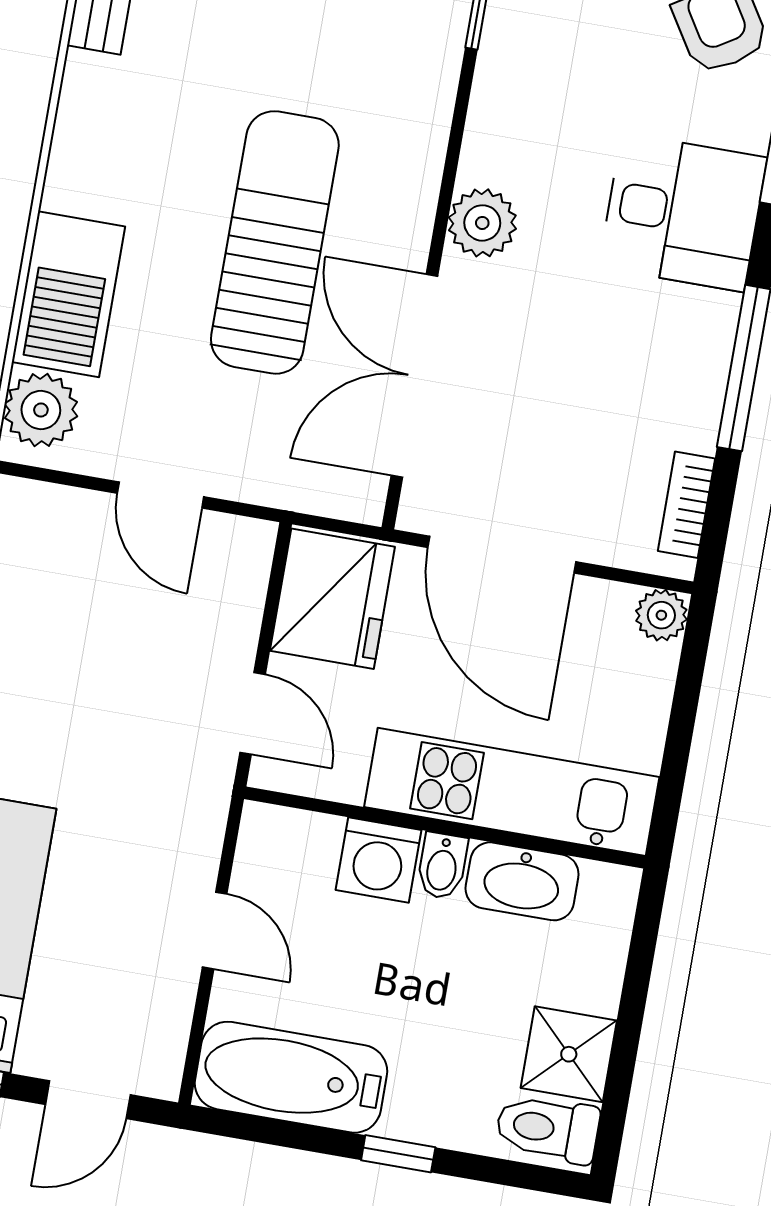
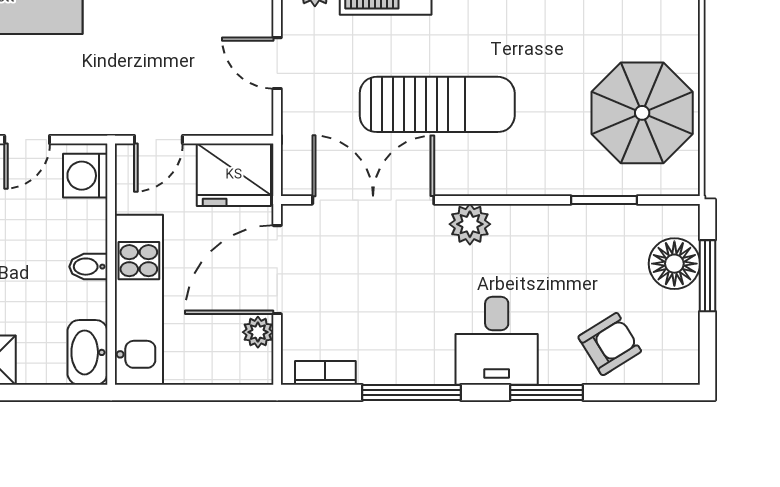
door: (160, 495) -> (277, 63), hinge flipped
plant: (661, 615) -> (258, 332), moved
washing machine: (378, 860) -> (85, 176), moved
washbasin: (522, 881) -> (87, 352), moved

